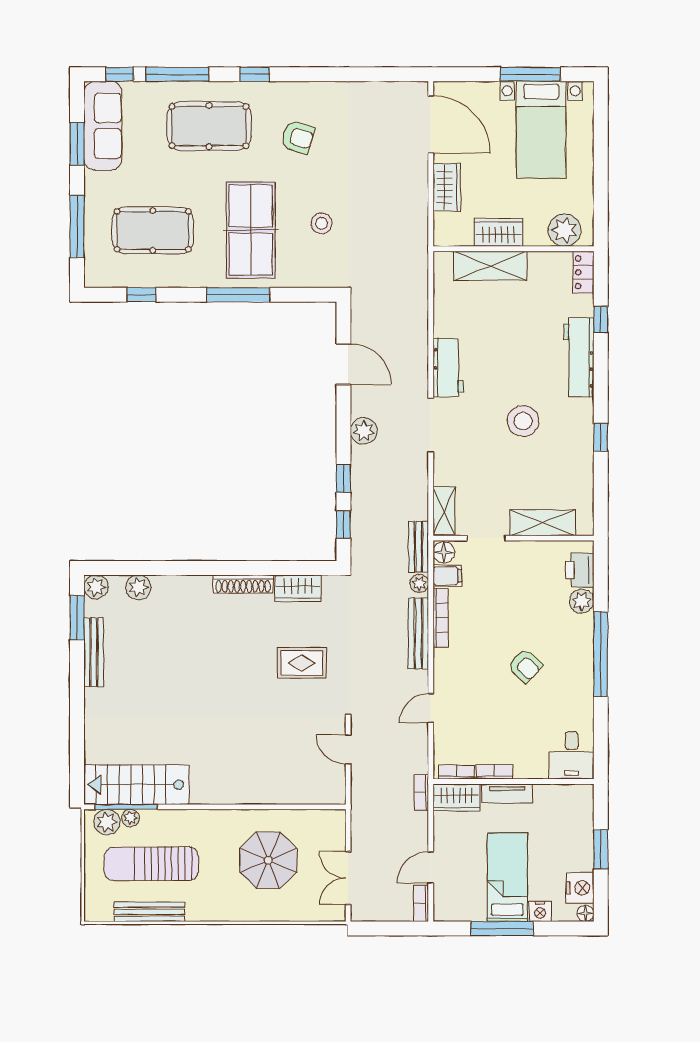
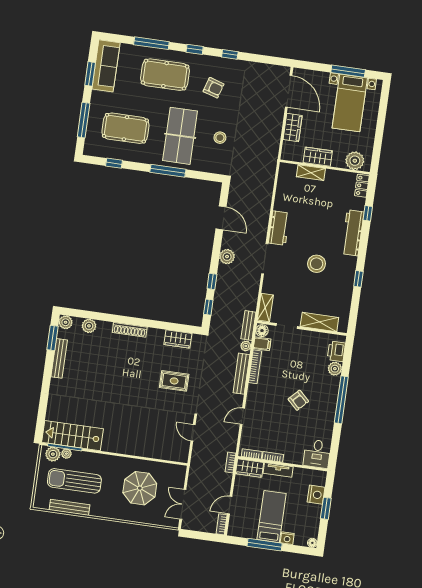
window: (120, 74) -> (230, 54), moved
shelving: (490, 266) -> (311, 173), width x0.67, depth x0.75
shoe rack: (243, 584) -> (130, 330), moved
nightstand: (580, 888) -> (316, 495), moved

